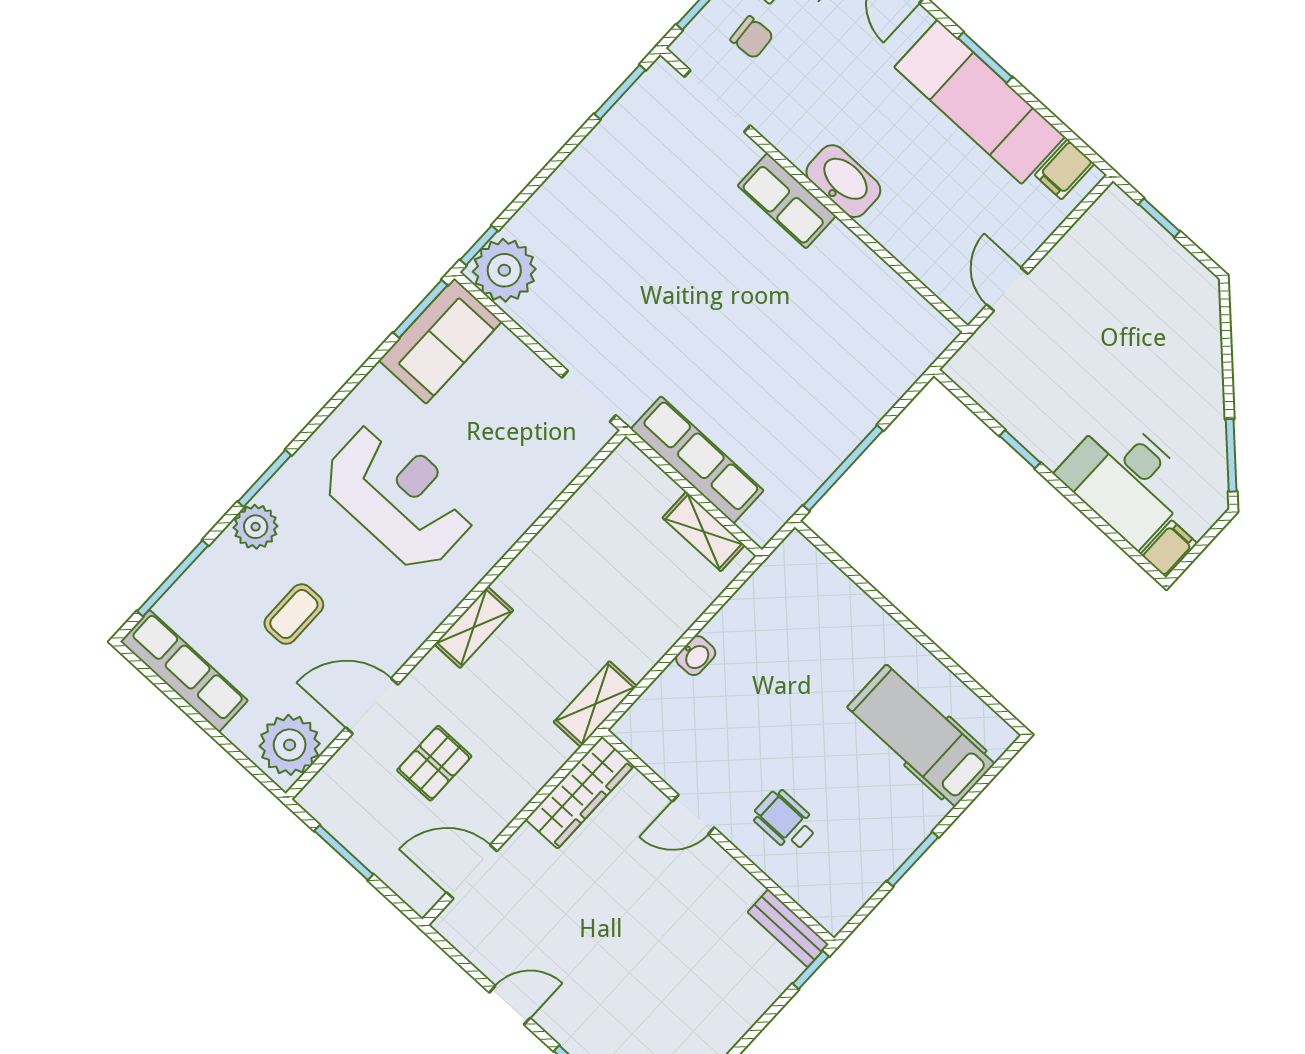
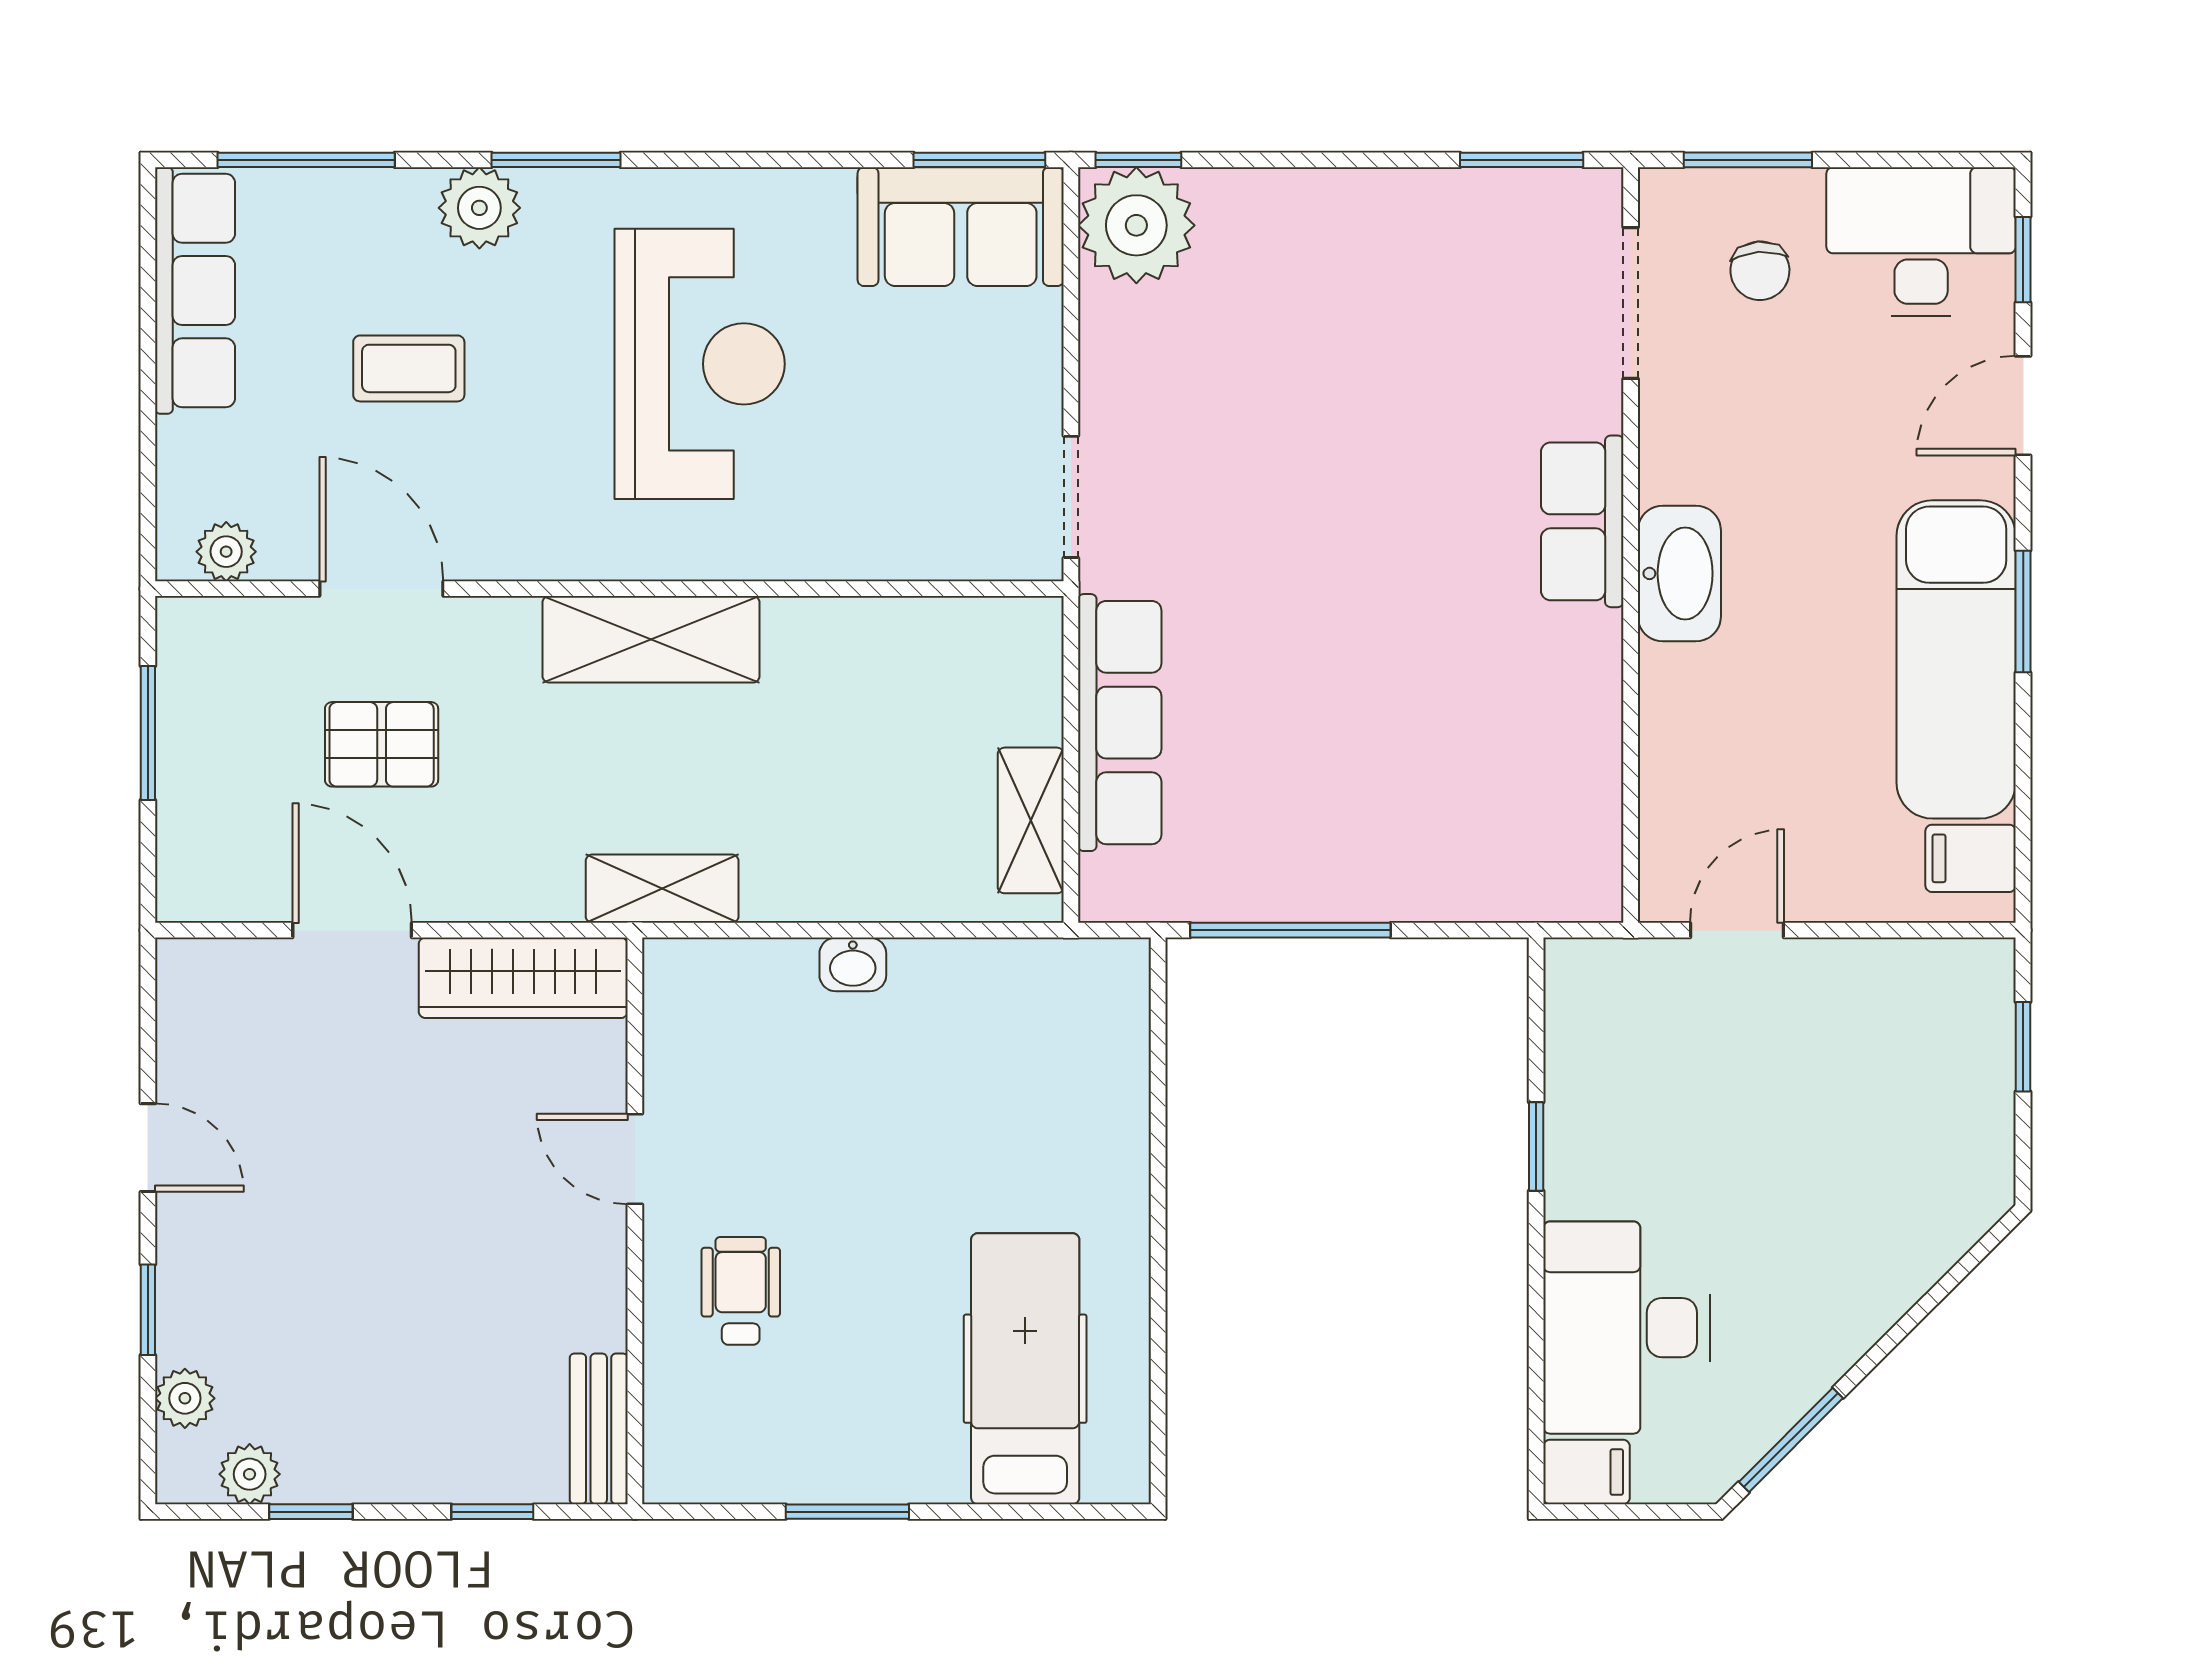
shelving: (474, 627) -> (651, 639), width x1.50, depth x1.33
plant: (290, 745) -> (226, 552), width x0.53, depth x0.53
door: (472, 872) -> (352, 930), moved
window: (811, 970) -> (492, 1512), moved

